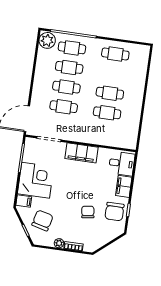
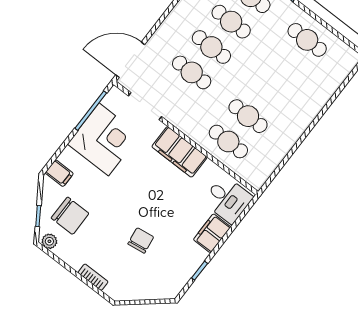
cafe table: (110, 93) -> (228, 142), moved
corner desk: (36, 180) -> (104, 139), moved
chair: (115, 212) -> (179, 261), removed
chair: (42, 220) -> (70, 216), turned 76
plant: (59, 243) -> (49, 241), moved

